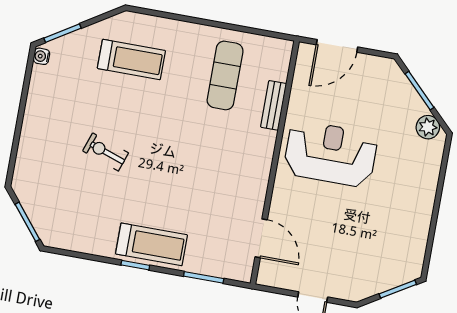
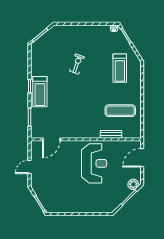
door: (337, 46) -> (142, 158), hinge flipped
plant: (428, 127) -> (133, 184), moved

